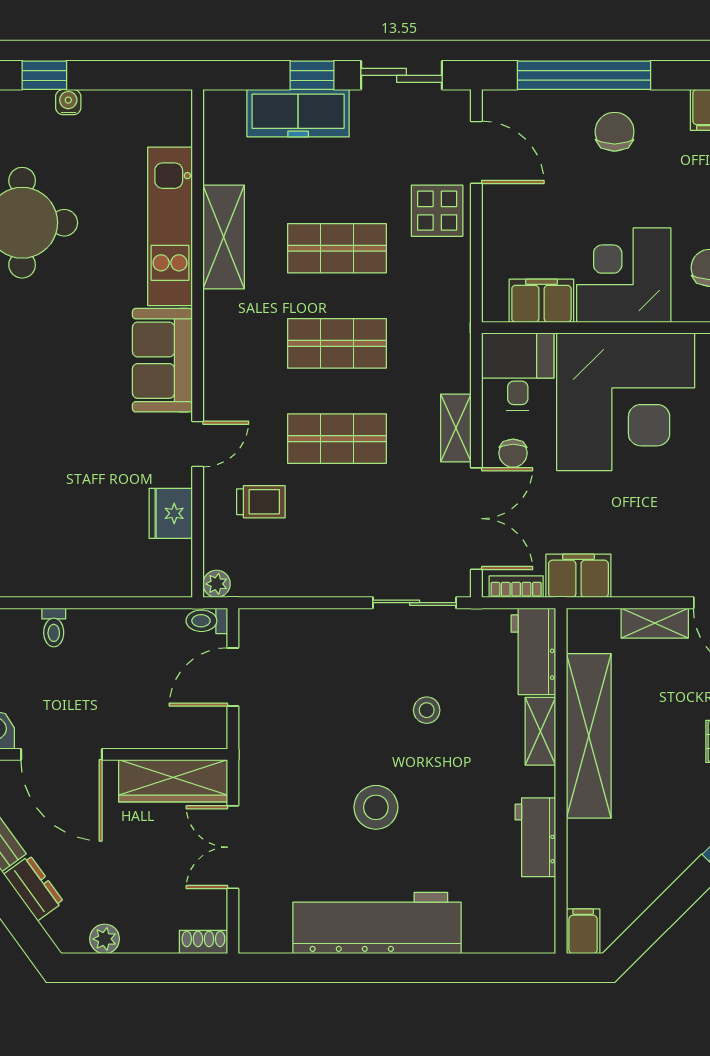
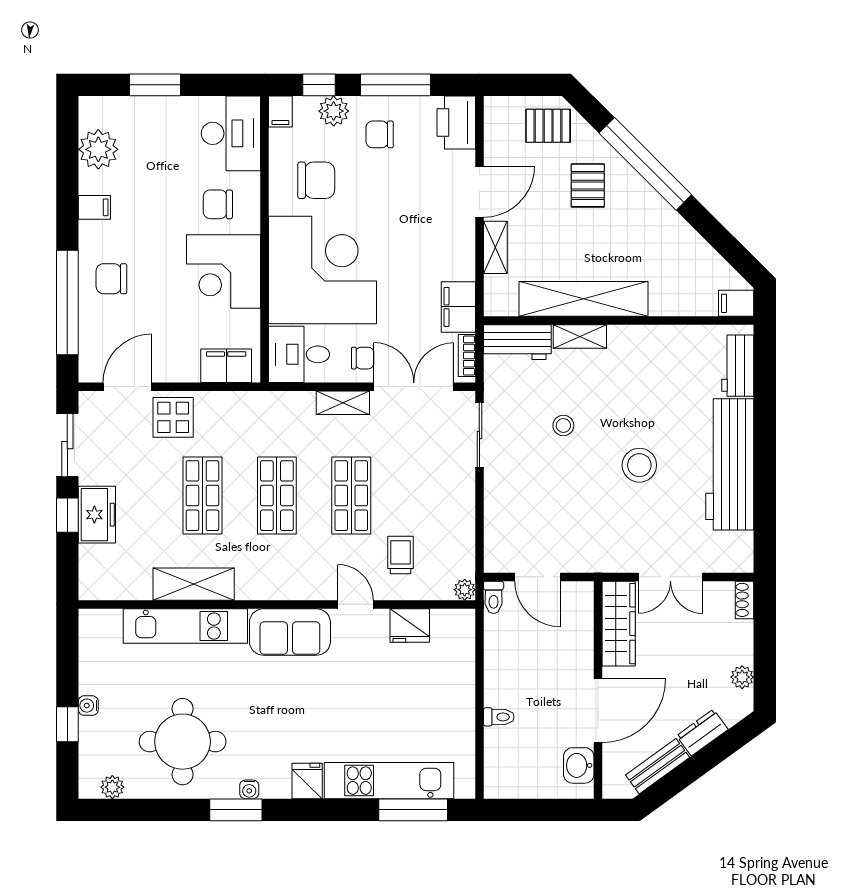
freezer: (298, 113) -> (97, 515), width x0.71
filing cabinet: (541, 301) -> (226, 366), moved, turned 90
workbench: (535, 837) -> (738, 366), moved, turned 90

